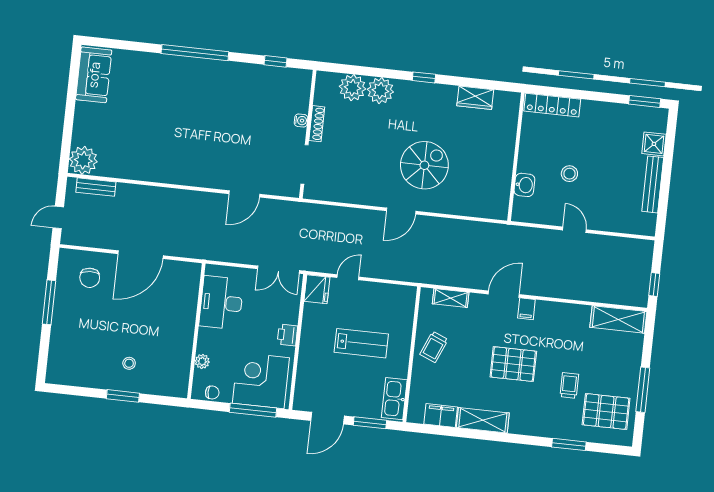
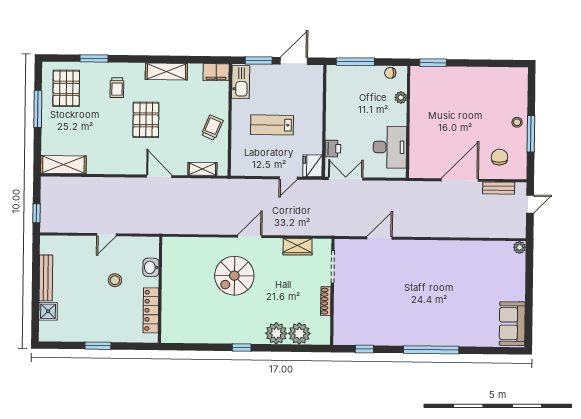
wardrobe: (475, 98) -> (298, 247), moved, turned 180
window: (645, 101) -> (98, 346), moved
locker: (552, 105) -> (151, 310), moved, turned -90
water cooler: (301, 120) -> (339, 303), removed
plant: (83, 160) -> (520, 247), width x0.53, depth x0.53
bench: (96, 187) -> (499, 188), moved
door: (574, 230) -> (106, 235), hinge flipped
window: (654, 284) -> (37, 213), moved
door: (504, 294) -> (159, 176), swing flipped
filing cabinet: (526, 309) -> (139, 166), removed
printer: (287, 335) -> (333, 149), moved
stool: (129, 363) -> (517, 122), moved
pallet: (513, 364) -> (146, 120), turned 90
corner desk: (261, 380) -> (351, 87), removed
trolley: (569, 385) -> (117, 88), moved
window: (123, 396) -> (433, 63), moved
pallet: (606, 412) -> (66, 88), turned 90
filing cabinet: (441, 415) -> (216, 72), moved

